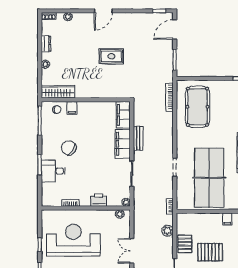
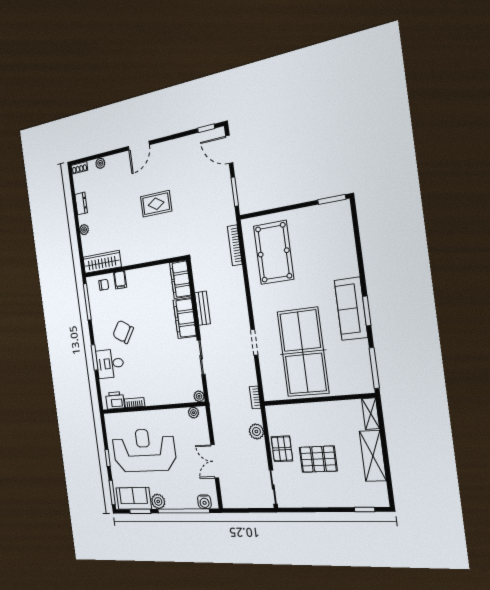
door: (175, 30) -> (229, 149), hinge flipped
printer: (99, 200) -> (115, 400), moved
filing cabinet: (227, 219) -> (336, 410), removed

